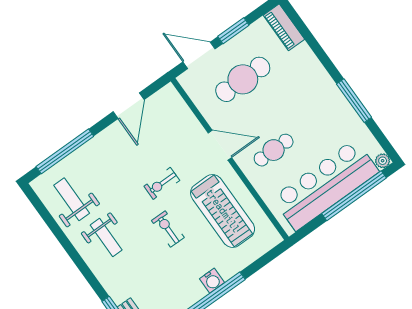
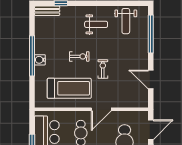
weight bench: (72, 199) -> (126, 21), turned 90
treadmill: (223, 211) -> (69, 88), turned 180
weight bench: (106, 237) -> (96, 24), turned 180

